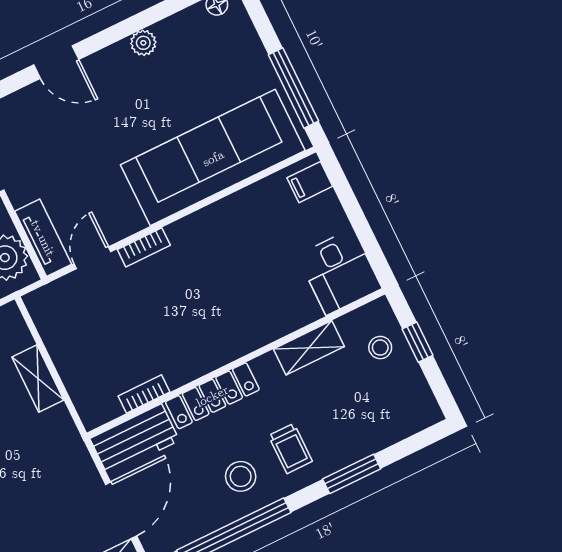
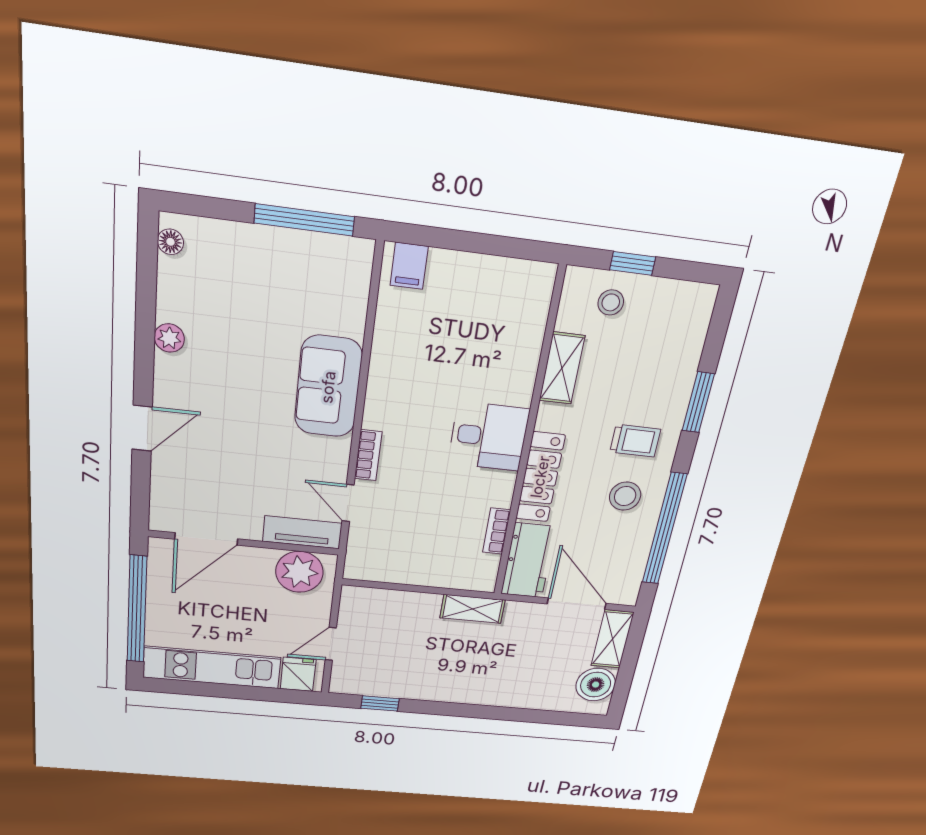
sofa: (213, 158) -> (328, 387), width x0.54, depth x0.79
desk: (339, 272) -> (489, 436), moved
shelving: (38, 378) -> (473, 609), moved

